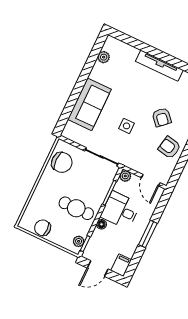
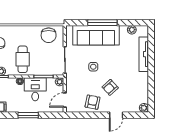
tv unit: (159, 66) -> (144, 54), moved
window: (78, 89) -> (102, 23), added
sofa: (89, 104) -> (96, 35), width x1.36

